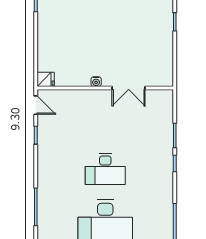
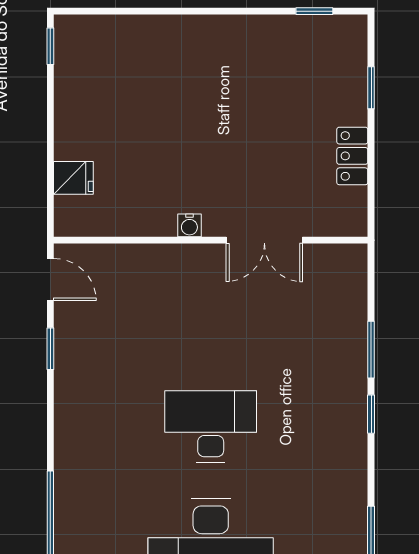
locker: (167, 51) -> (352, 156), added
fridge: (46, 79) -> (73, 178), moved
desk: (105, 169) -> (211, 427), turned 180

